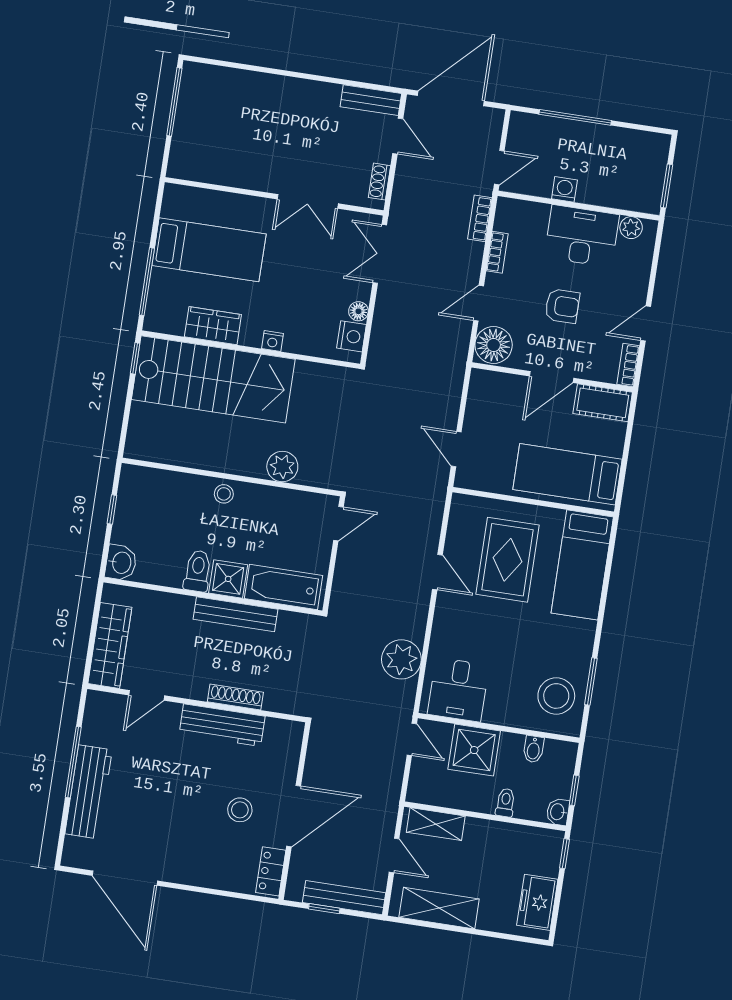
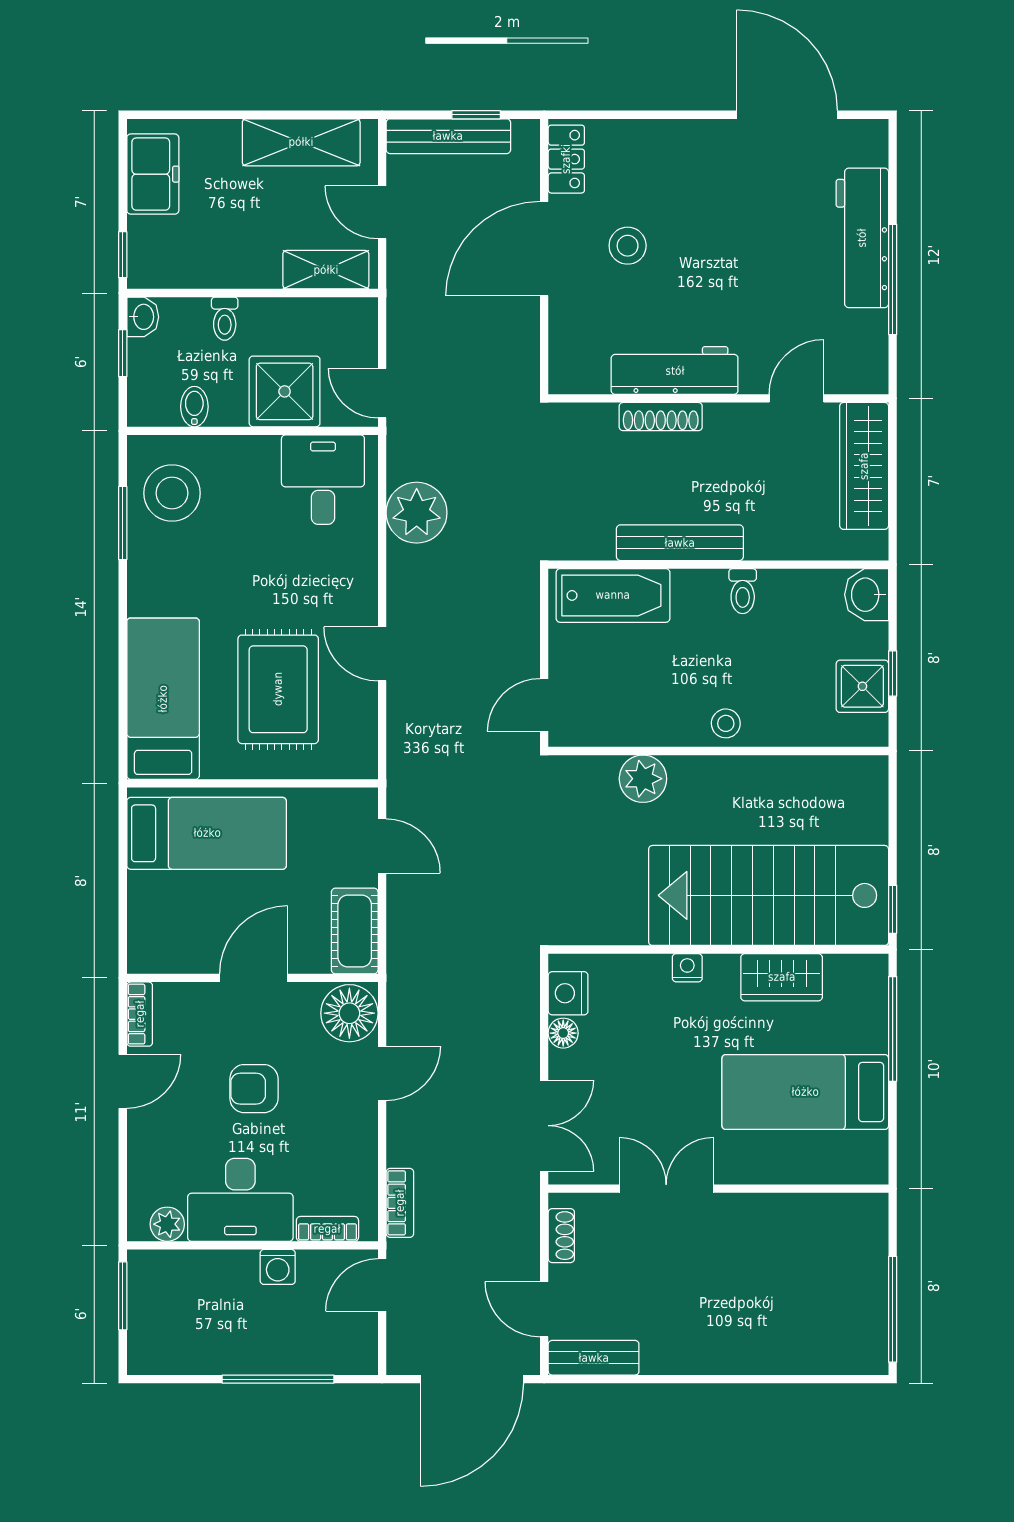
bookcase: (497, 252) -> (327, 1229), moved, turned 90
cot: (603, 403) -> (355, 931), moved, turned 90
toilet: (198, 571) -> (743, 591), width x0.73, depth x0.72
shower: (228, 579) -> (862, 686), moved

